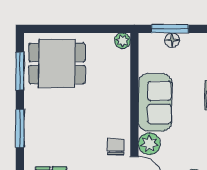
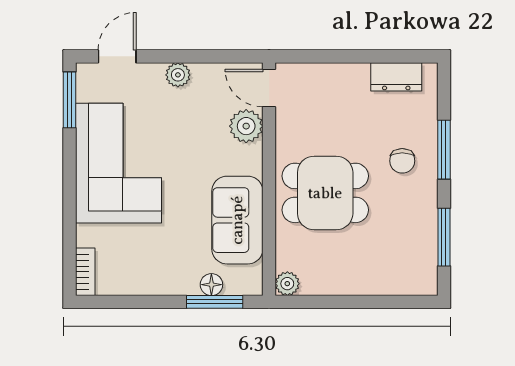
dining table: (57, 64) -> (325, 193), moved
sofa: (155, 102) -> (237, 220), moved
chair: (116, 147) -> (402, 161), moved

